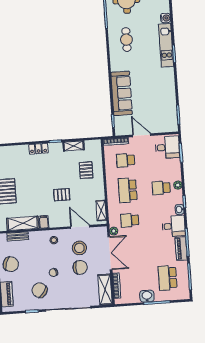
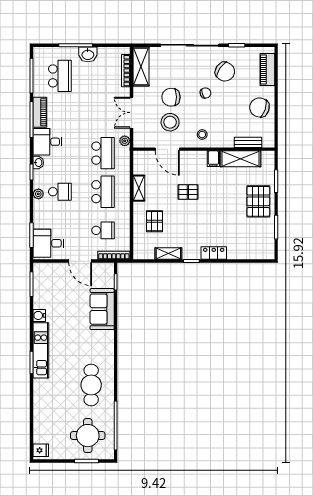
water cooler: (165, 18) -> (39, 315), moved
cafe table: (126, 40) -> (91, 385), width x1.37, depth x1.35
kitchen unit: (166, 45) -> (41, 350), moved
sofa: (122, 93) -> (102, 309), width x0.73
shelving: (101, 211) -> (139, 188), moved
school desk: (130, 220) -> (103, 153), width x1.85
double door: (110, 253) -> (131, 113), width x0.73

